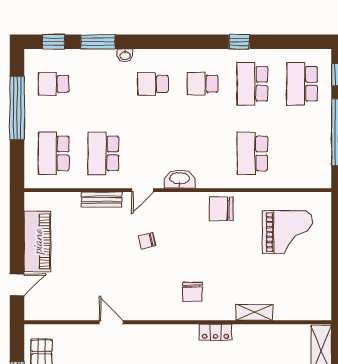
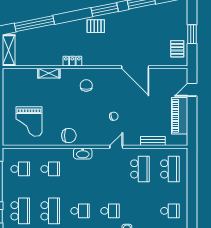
window: (17, 108) -> (192, 196), removed
school desk: (252, 153) -> (50, 169), width x0.54
school desk: (302, 153) -> (20, 169), added
washbasin: (180, 179) -> (83, 153), moved
bench: (102, 200) -> (153, 141), moved
grand piano: (287, 232) -> (29, 122), turned -90
door: (111, 322) -> (135, 67), width x1.87

